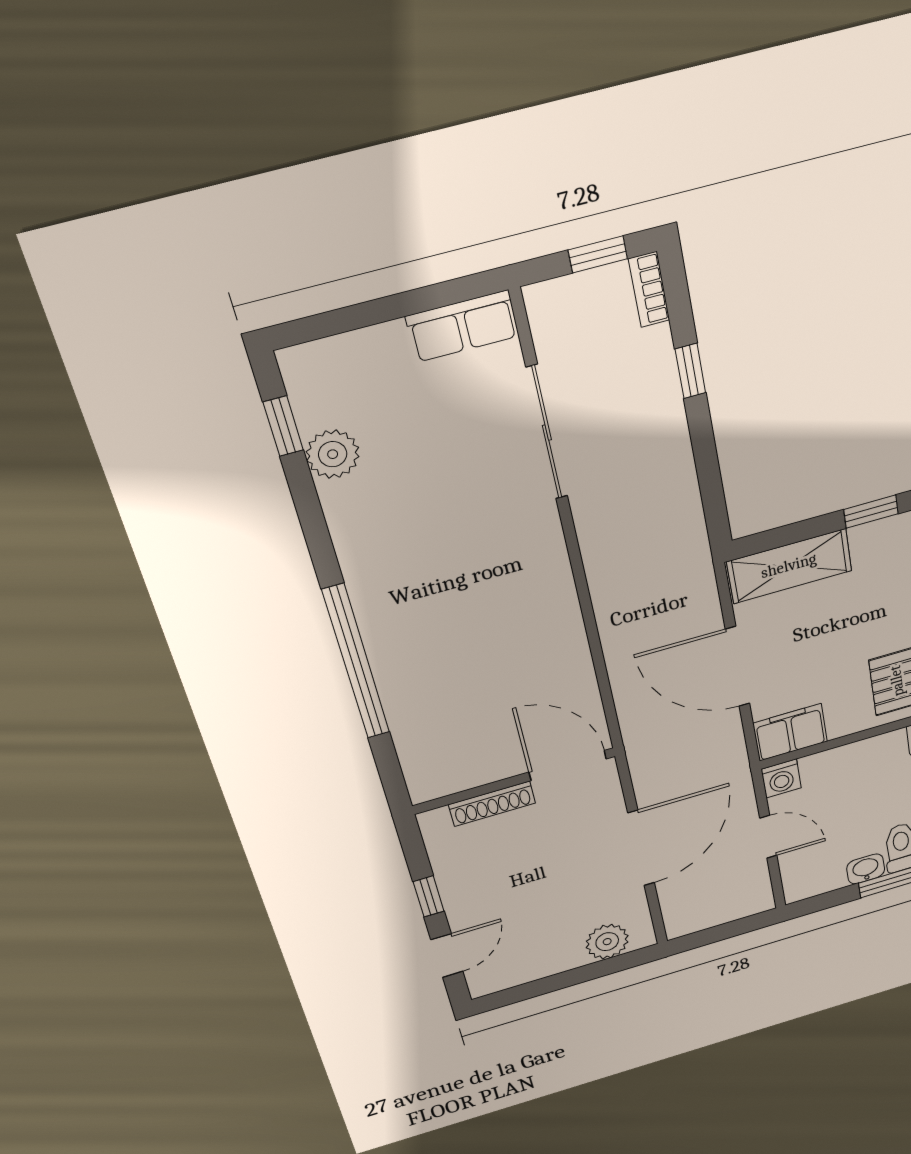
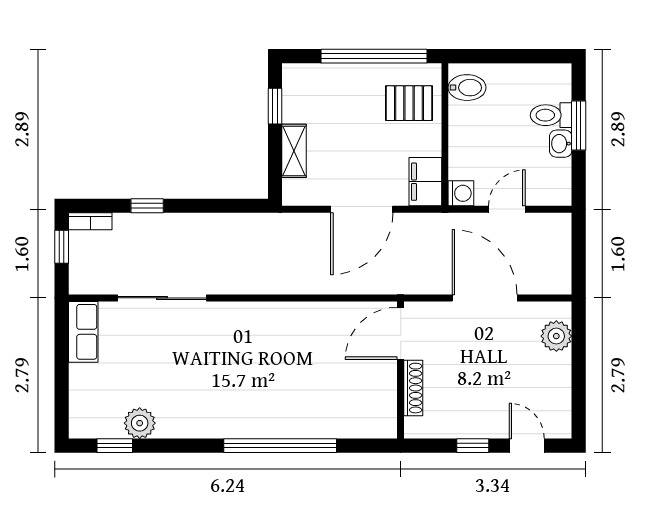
shelving: (789, 566) -> (294, 151), width x0.67, depth x0.75

